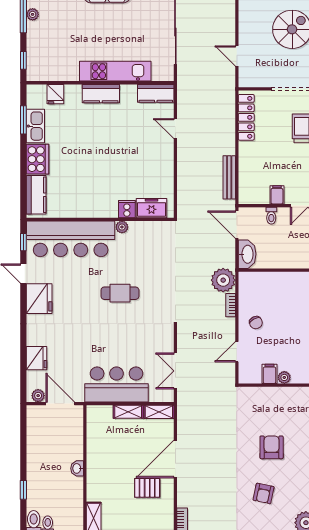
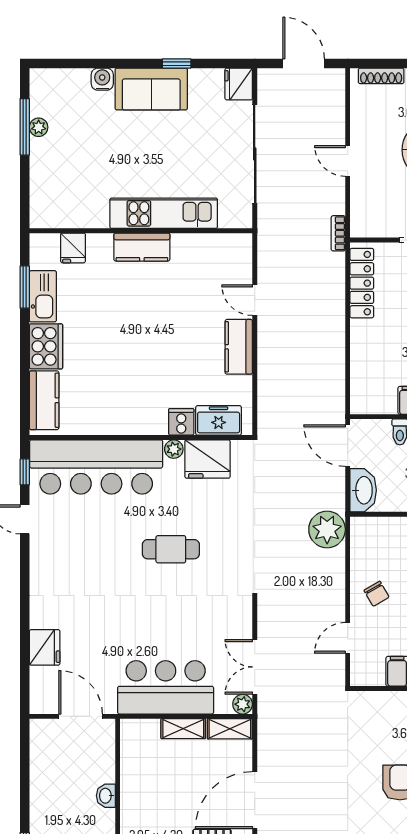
door: (237, 56) -> (348, 161), moved
window: (23, 60) -> (25, 197), removed
kitchen counter: (156, 93) -> (239, 347), moved, turned 90
bench: (229, 177) -> (336, 374), removed
fridge: (39, 299) -> (208, 459), moved, turned 90
bookcase: (231, 305) -> (338, 233), moved
plant: (38, 396) -> (243, 704), moved
washbasin: (77, 468) -> (106, 796), moved

